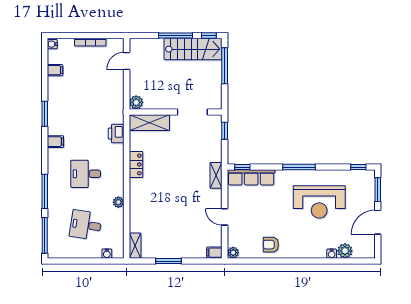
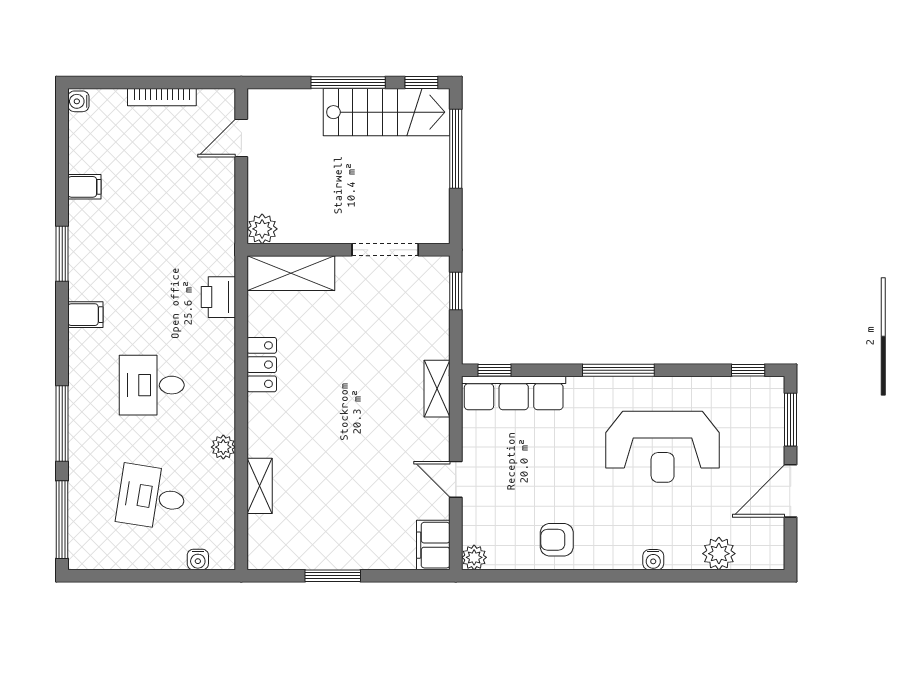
filing cabinet: (55, 70) -> (84, 187), moved
shelving: (135, 246) -> (260, 486), moved
filing cabinet: (214, 253) -> (433, 545), width x2.00
water cooler: (332, 254) -> (653, 560), moved

